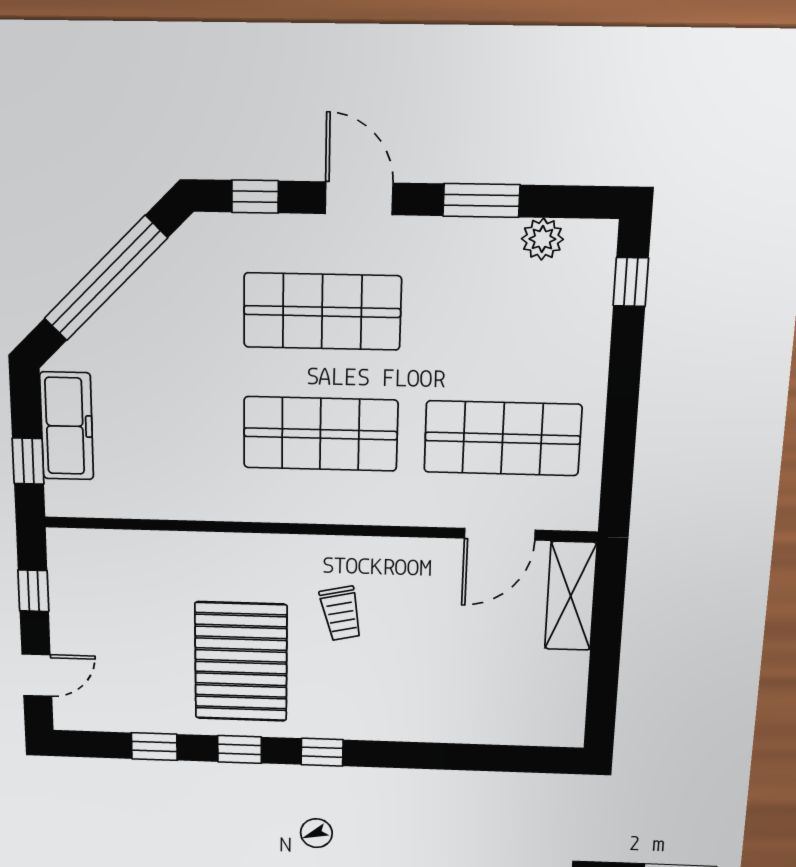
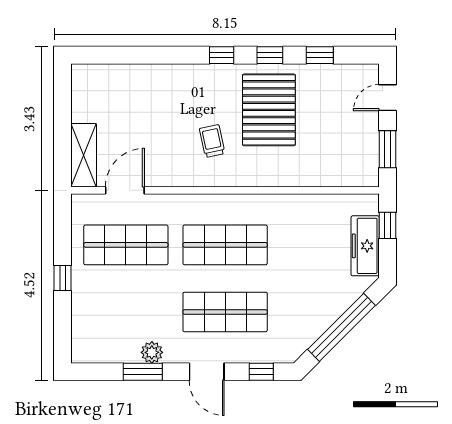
plant: (542, 239) -> (152, 352), moved
window: (631, 282) -> (63, 278), moved
window: (33, 591) -> (388, 149), width x1.50

